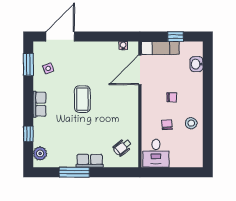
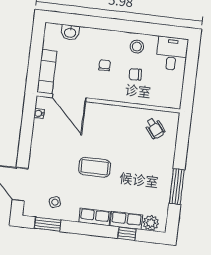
window: (176, 37) -> (36, 53), removed
desk: (156, 153) -> (172, 54), moved, turned -90
row of seats: (90, 161) -> (126, 220), moved, turned 90

